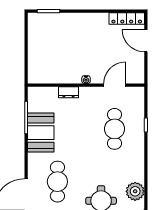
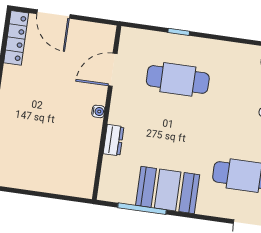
door: (146, 41) -> (53, 14), hinge flipped
door: (115, 85) -> (113, 70), hinge flipped

